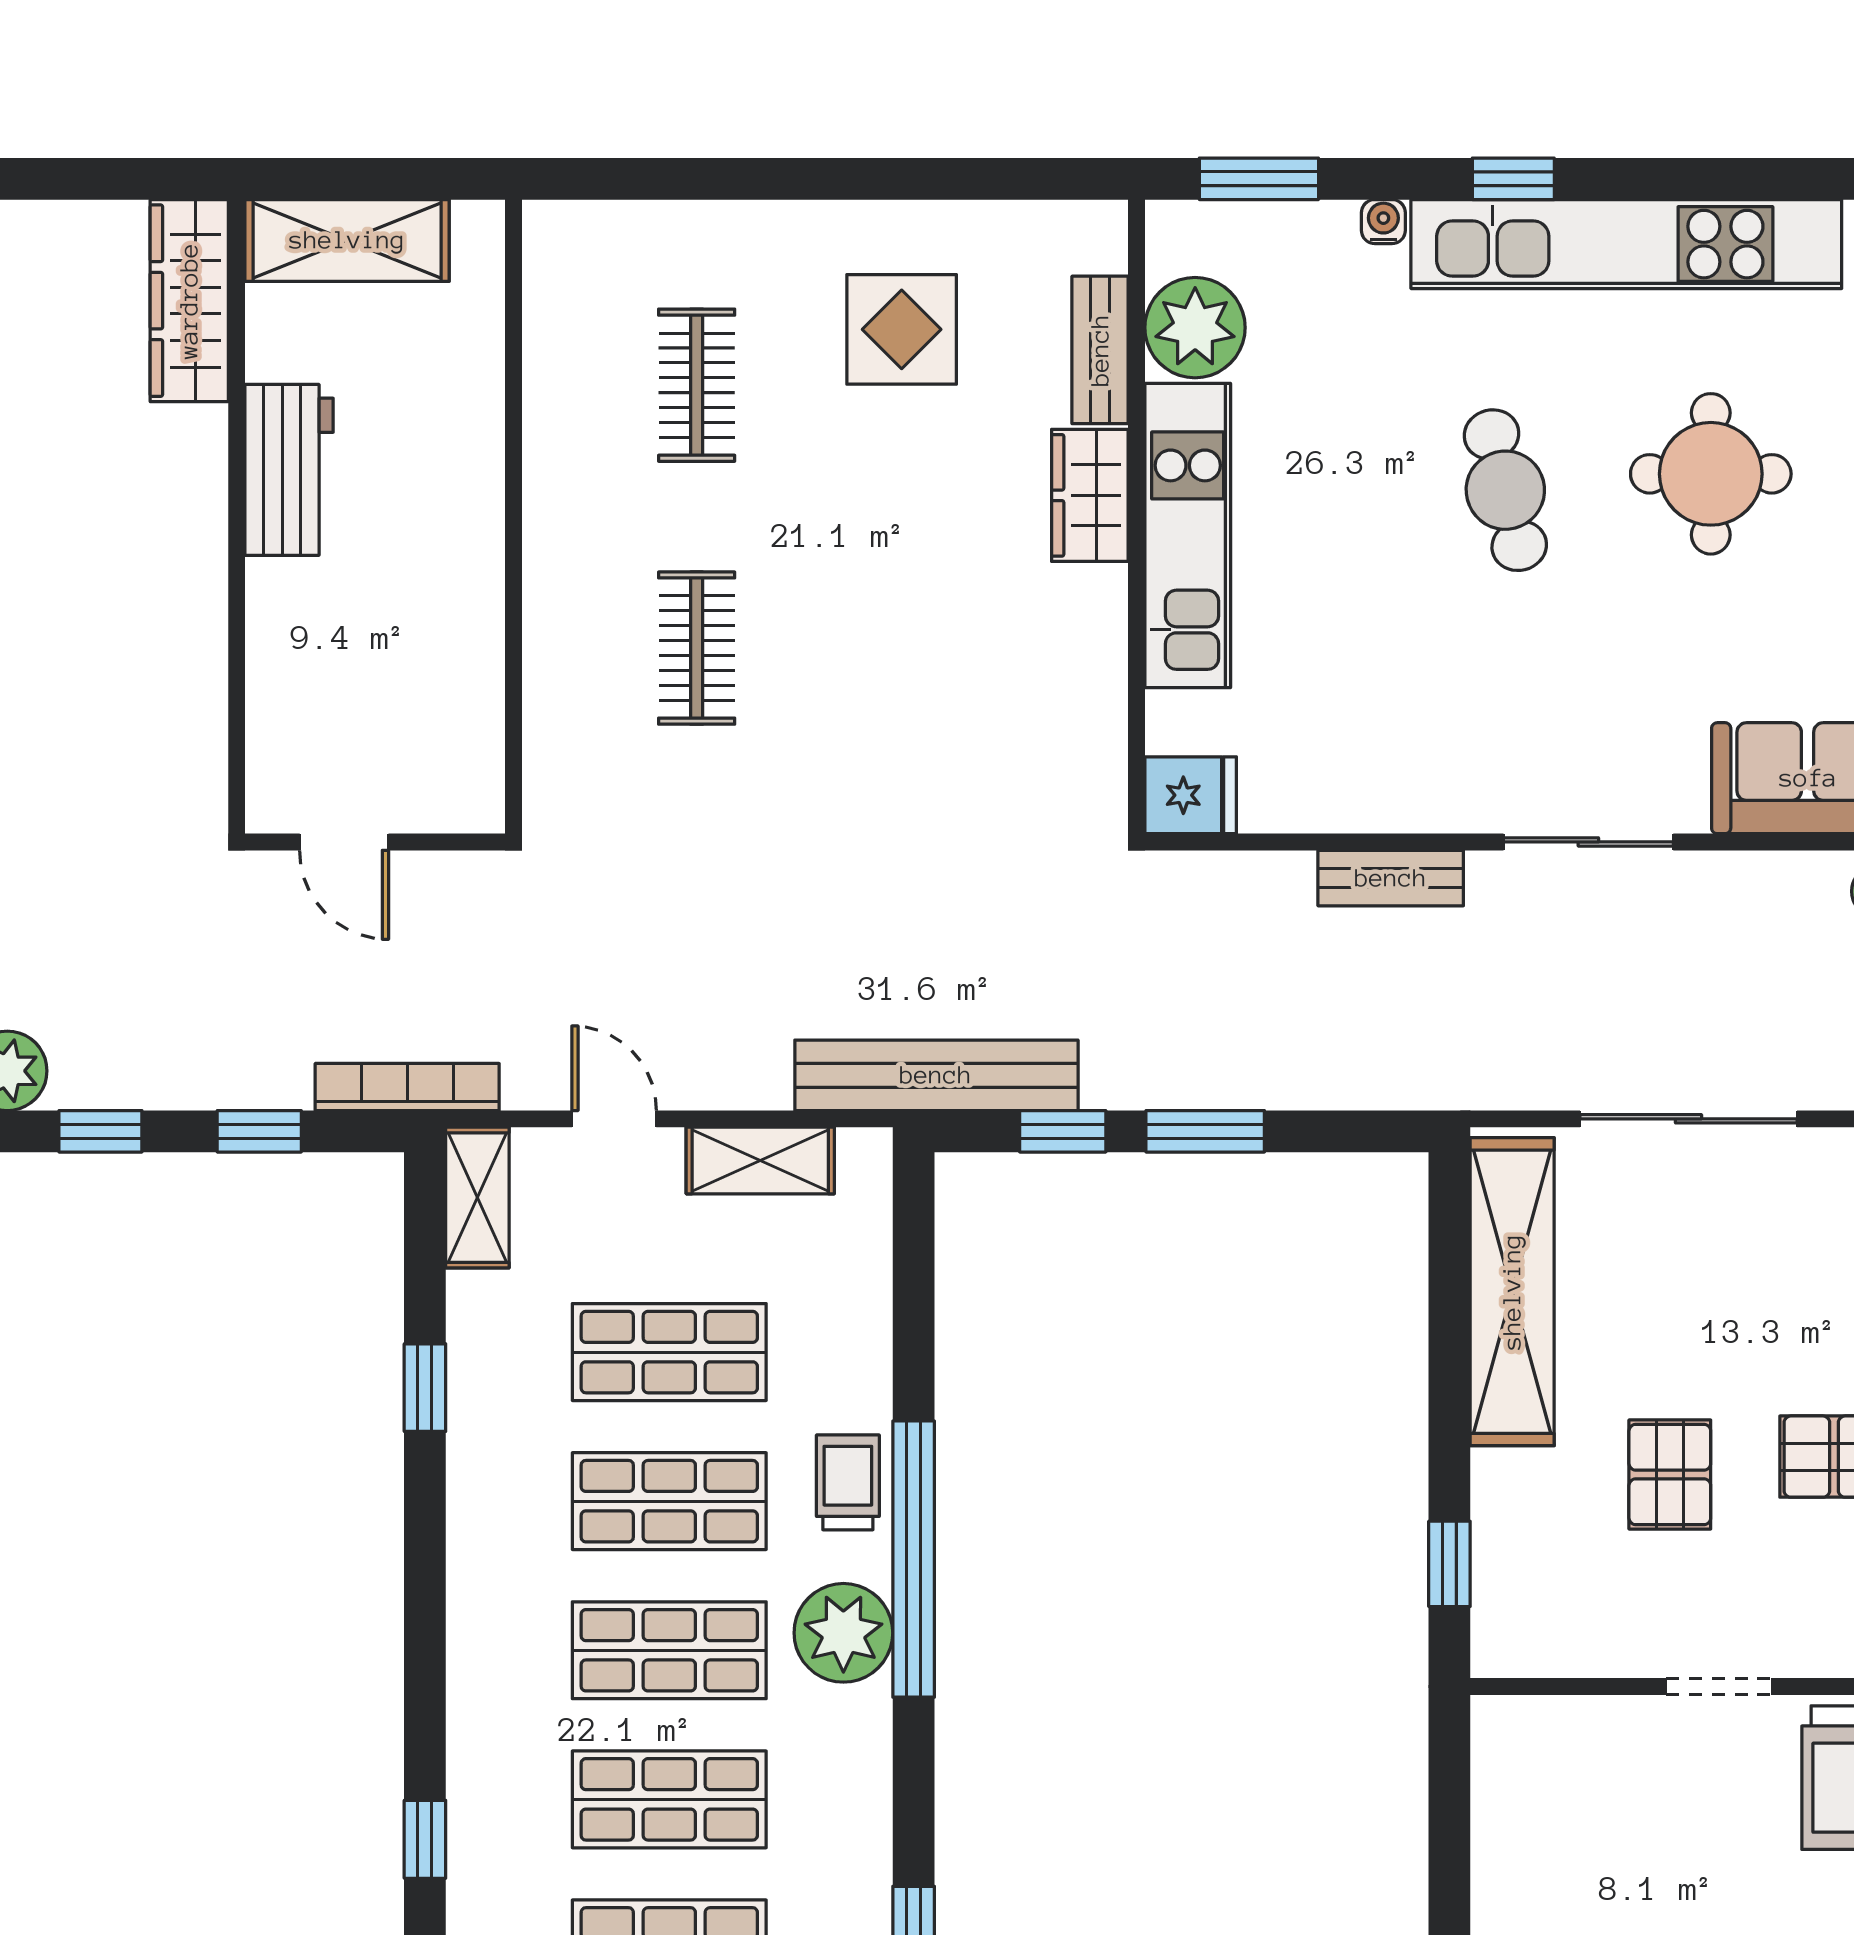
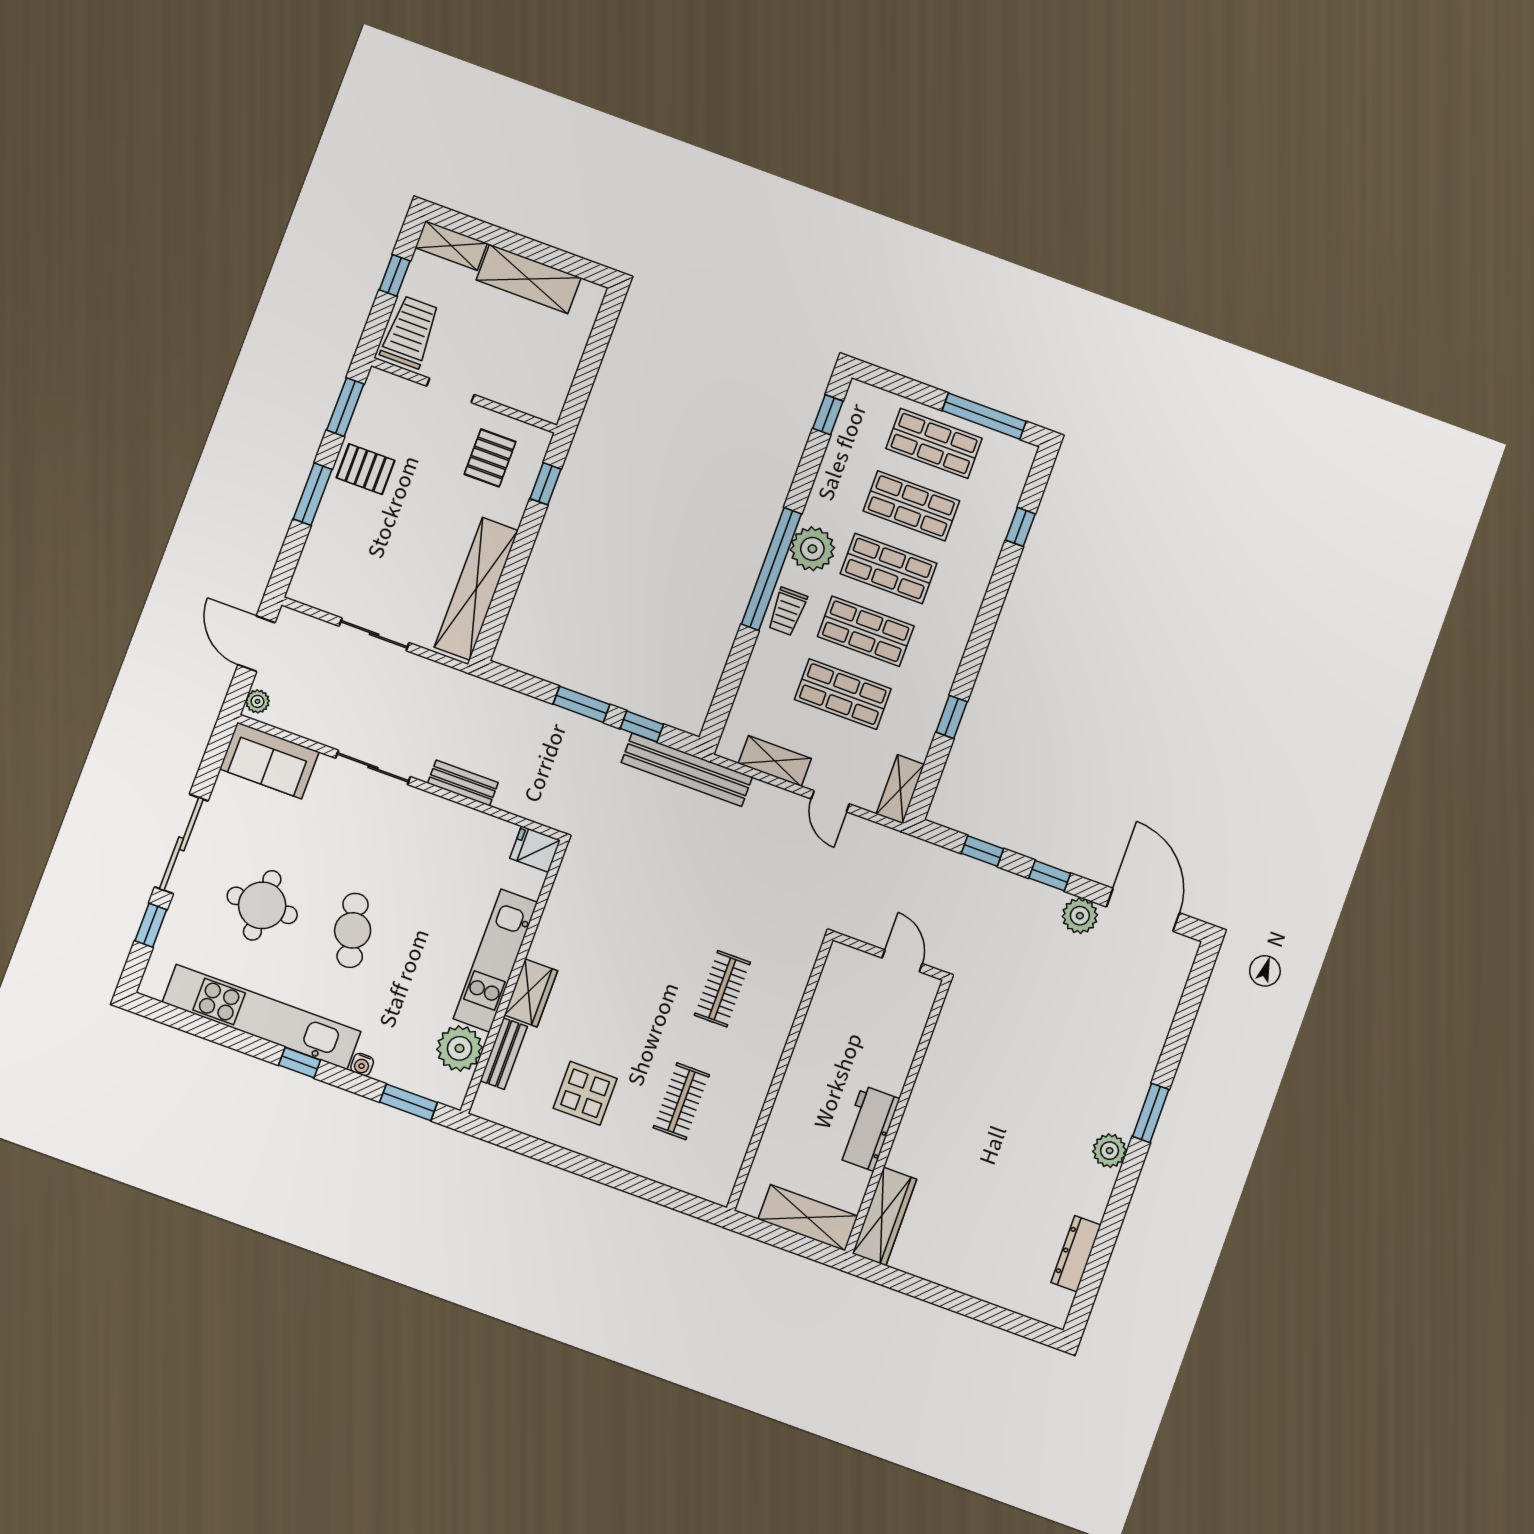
bookcase: (407, 1087) -> (913, 847), removed
sliding door: (1689, 1119) -> (374, 634), width x0.73
pallet: (1670, 1475) -> (490, 458), moved

